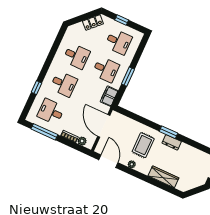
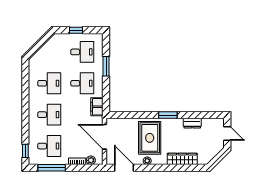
locker: (93, 23) -> (50, 45), removed
window: (128, 77) -> (106, 66), moved
window: (37, 88) -> (25, 151), moved
desk: (51, 112) -> (49, 146), turned 180
dresser: (172, 142) -> (192, 123), moved
rug: (143, 145) -> (150, 138), width x1.36, depth x1.43

